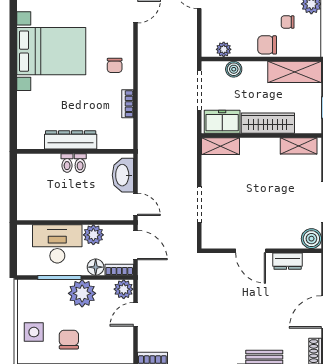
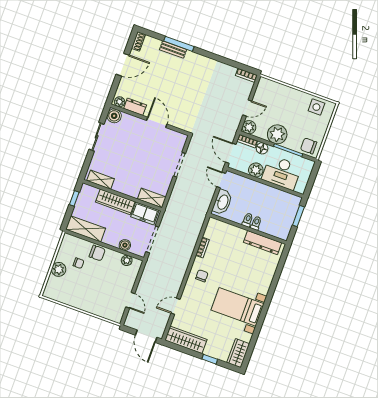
bed with nightstands: (51, 51) -> (237, 307), width x0.73
dresser: (71, 140) -> (262, 243), moved
window: (13, 193) -> (298, 216), added
plant: (311, 260) -> (120, 102), added
side table: (34, 332) -> (316, 107), moved
chair: (69, 340) -> (309, 146), moved, turned 90

